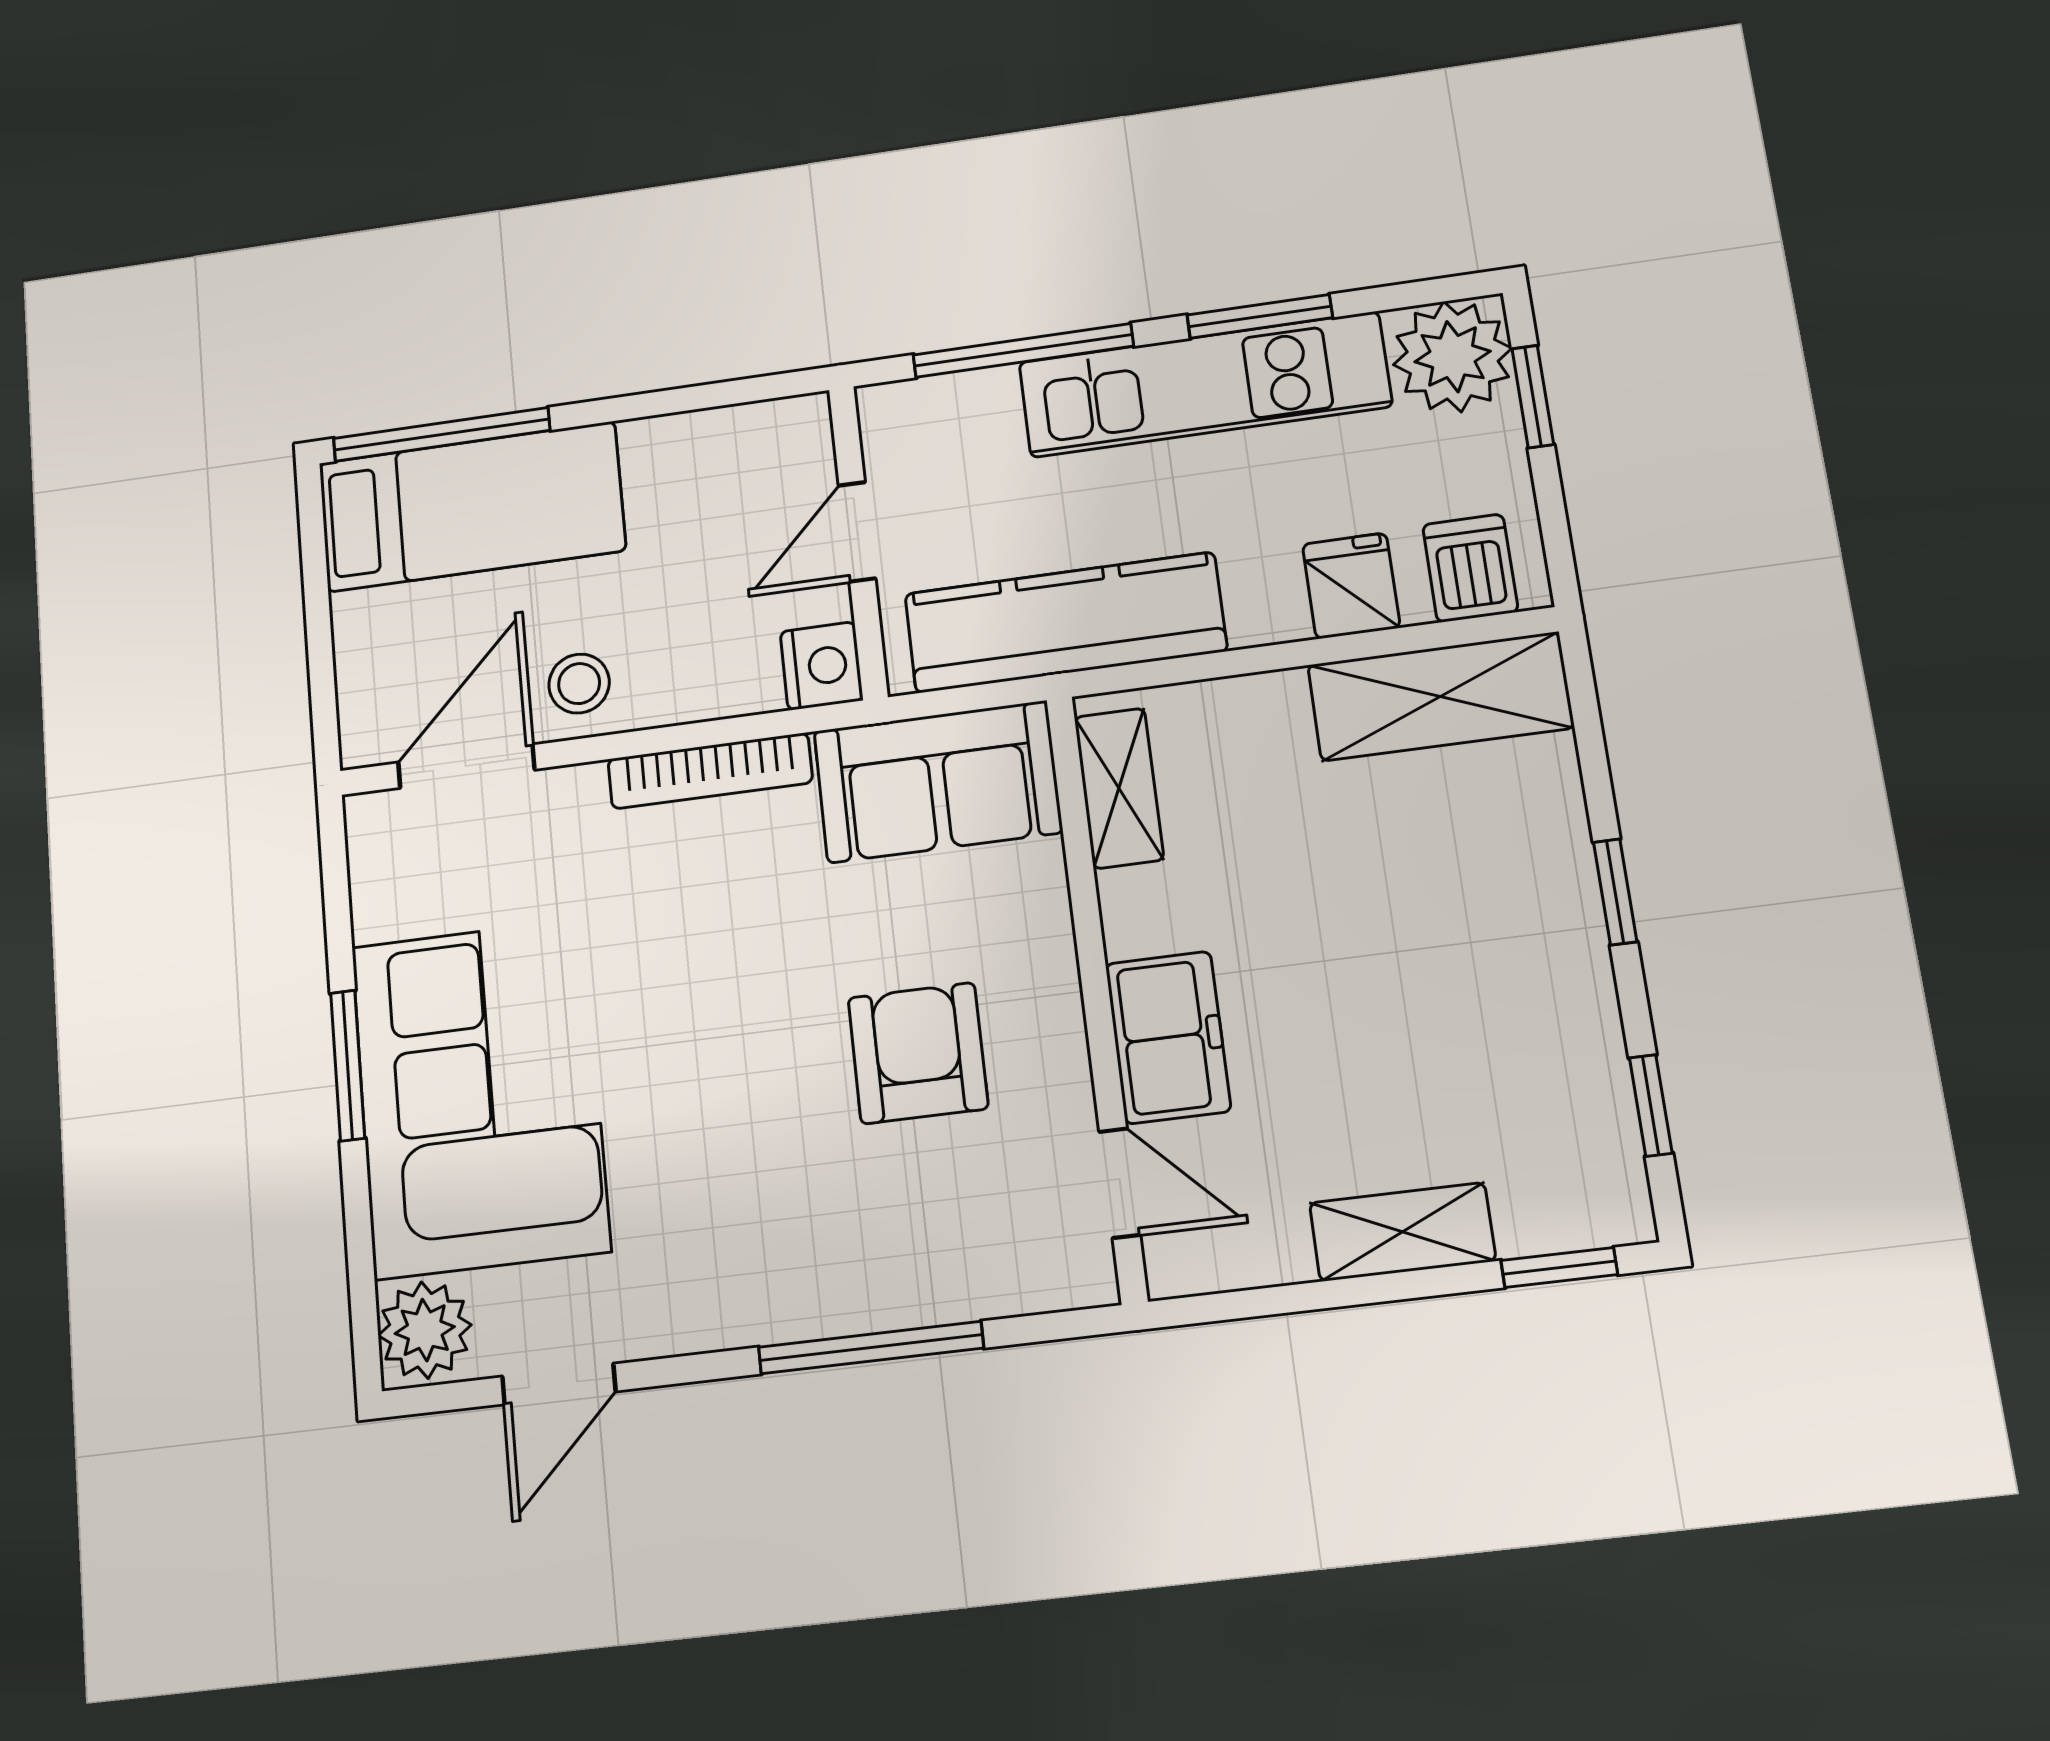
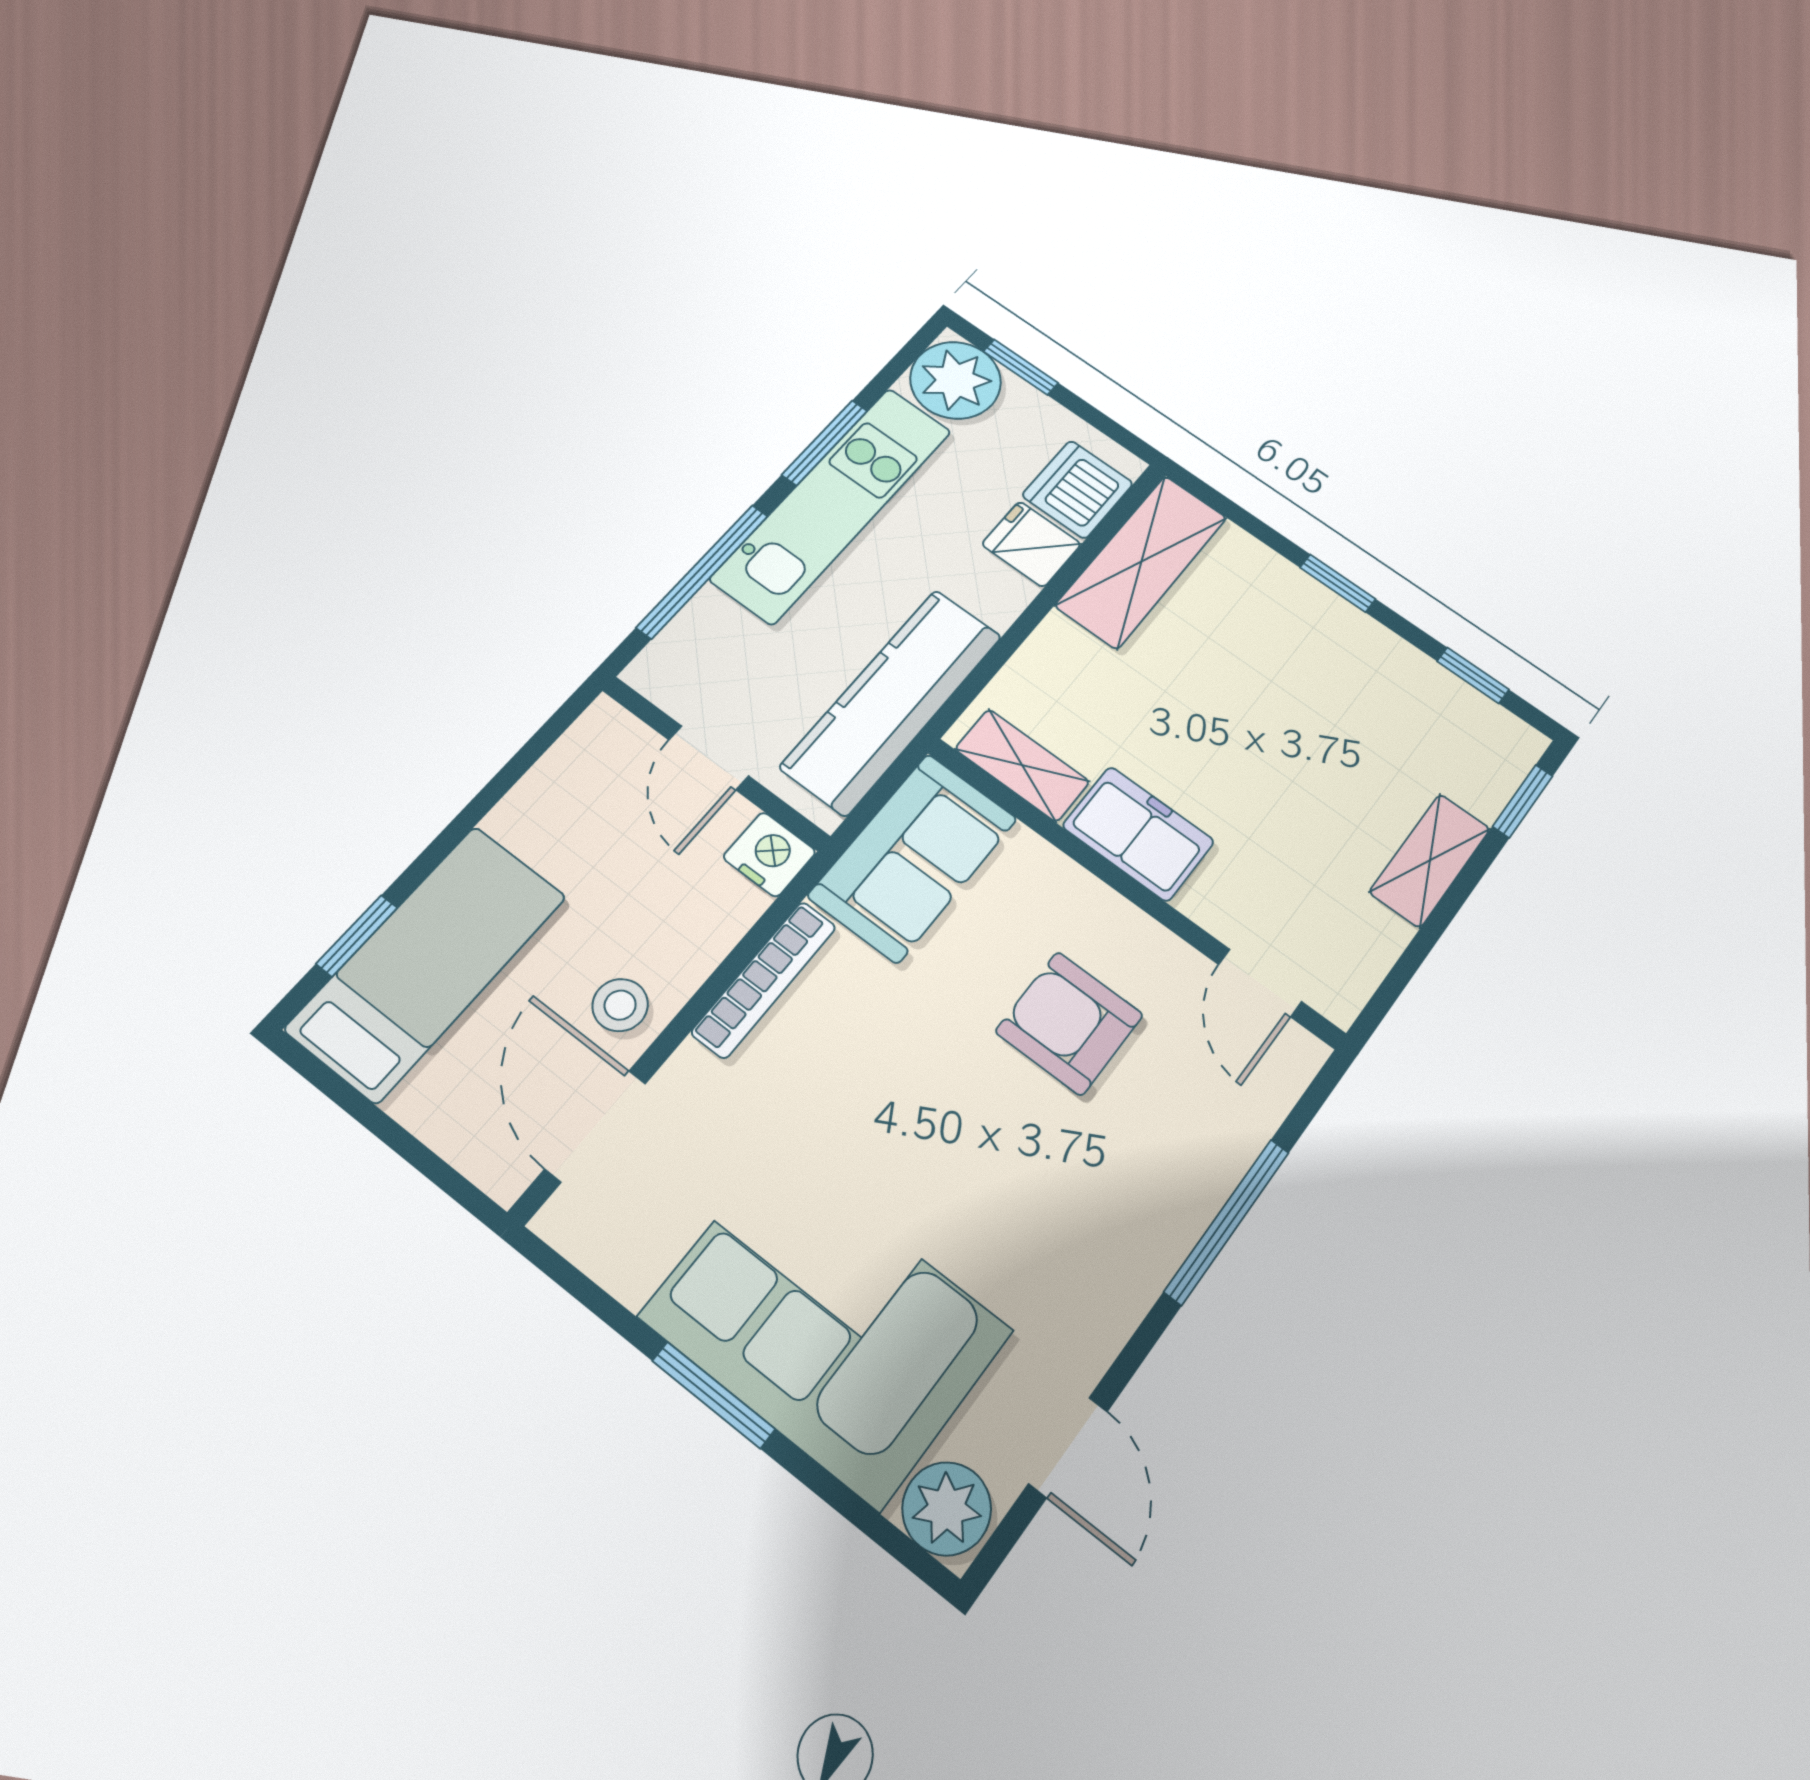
window: (441, 434) -> (357, 936), width x0.46
dishwasher: (1470, 568) -> (1078, 489), width x1.38
freezer: (1168, 1037) -> (1138, 834), moved
door: (1120, 1183) -> (1260, 983), swing flipped

